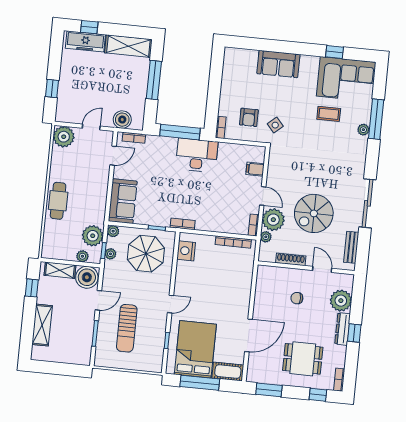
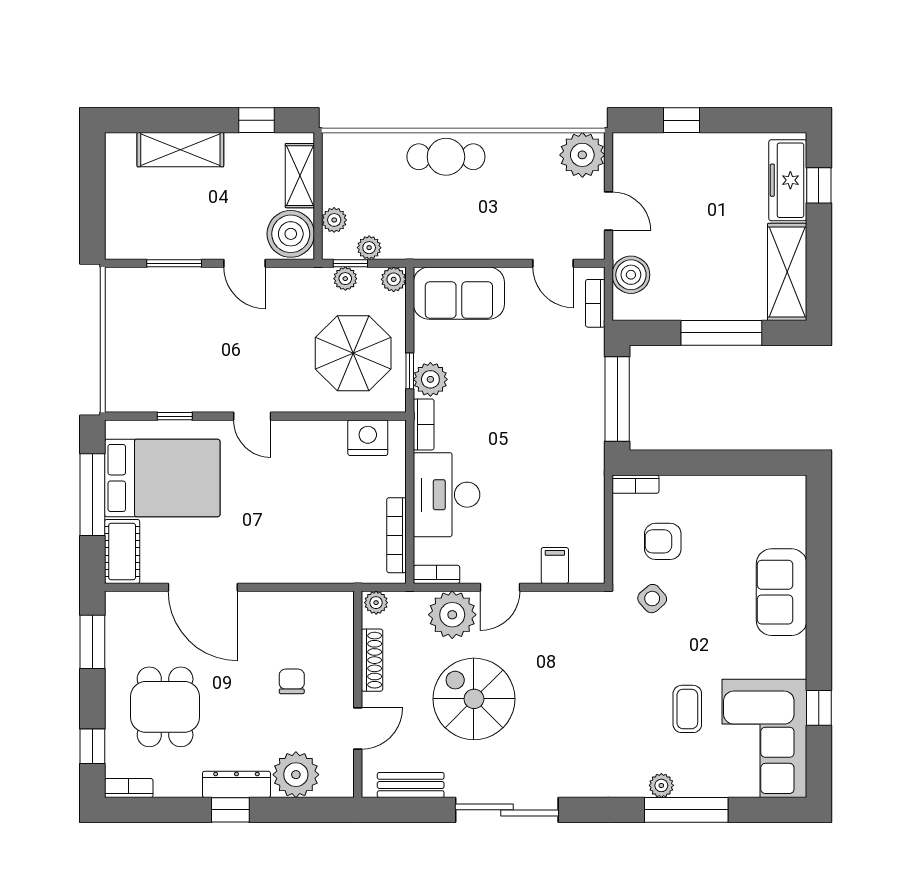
desk: (197, 155) -> (447, 495), moved, turned 180
plant: (162, 219) -> (430, 379), added
plant: (93, 236) -> (369, 248), width x0.53, depth x0.53
plant: (266, 237) -> (376, 603), moved
sun lounger: (127, 328) -> (192, 329), removed

